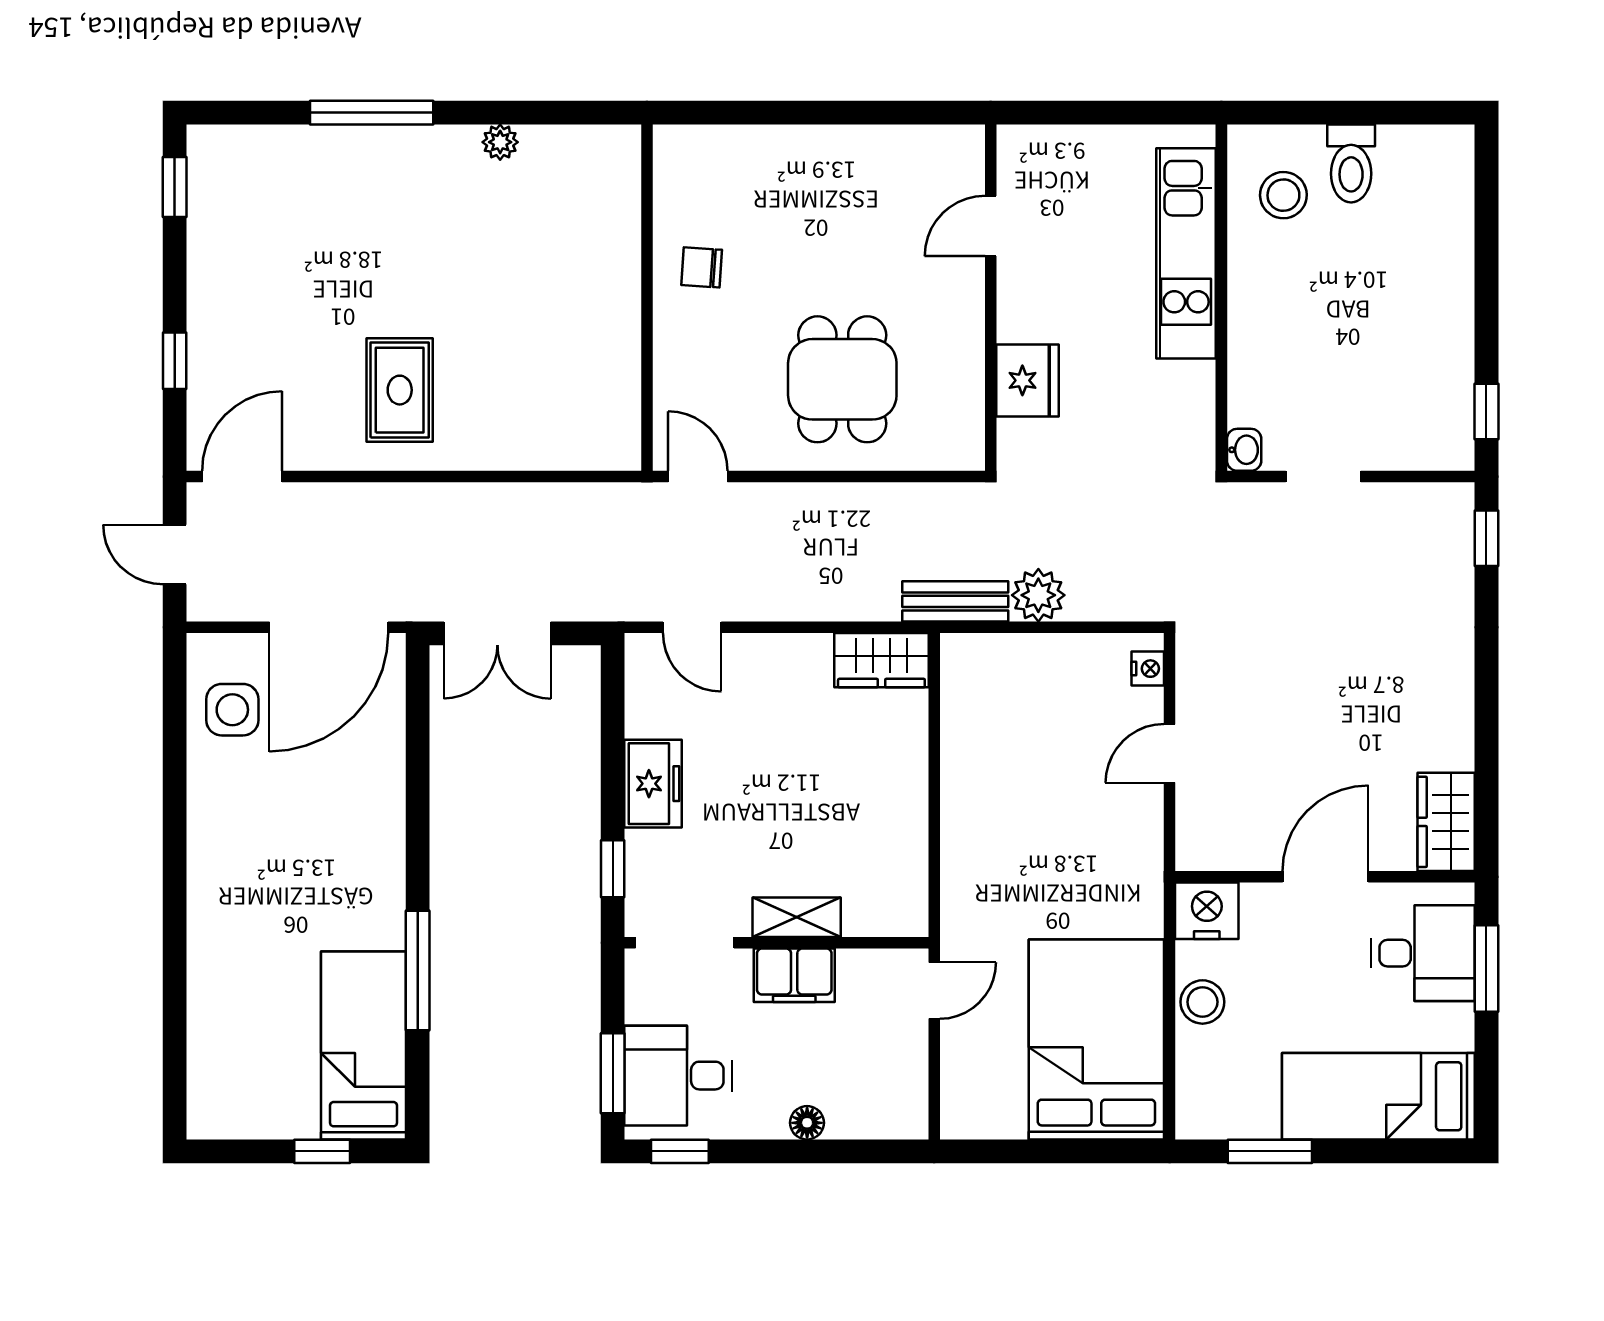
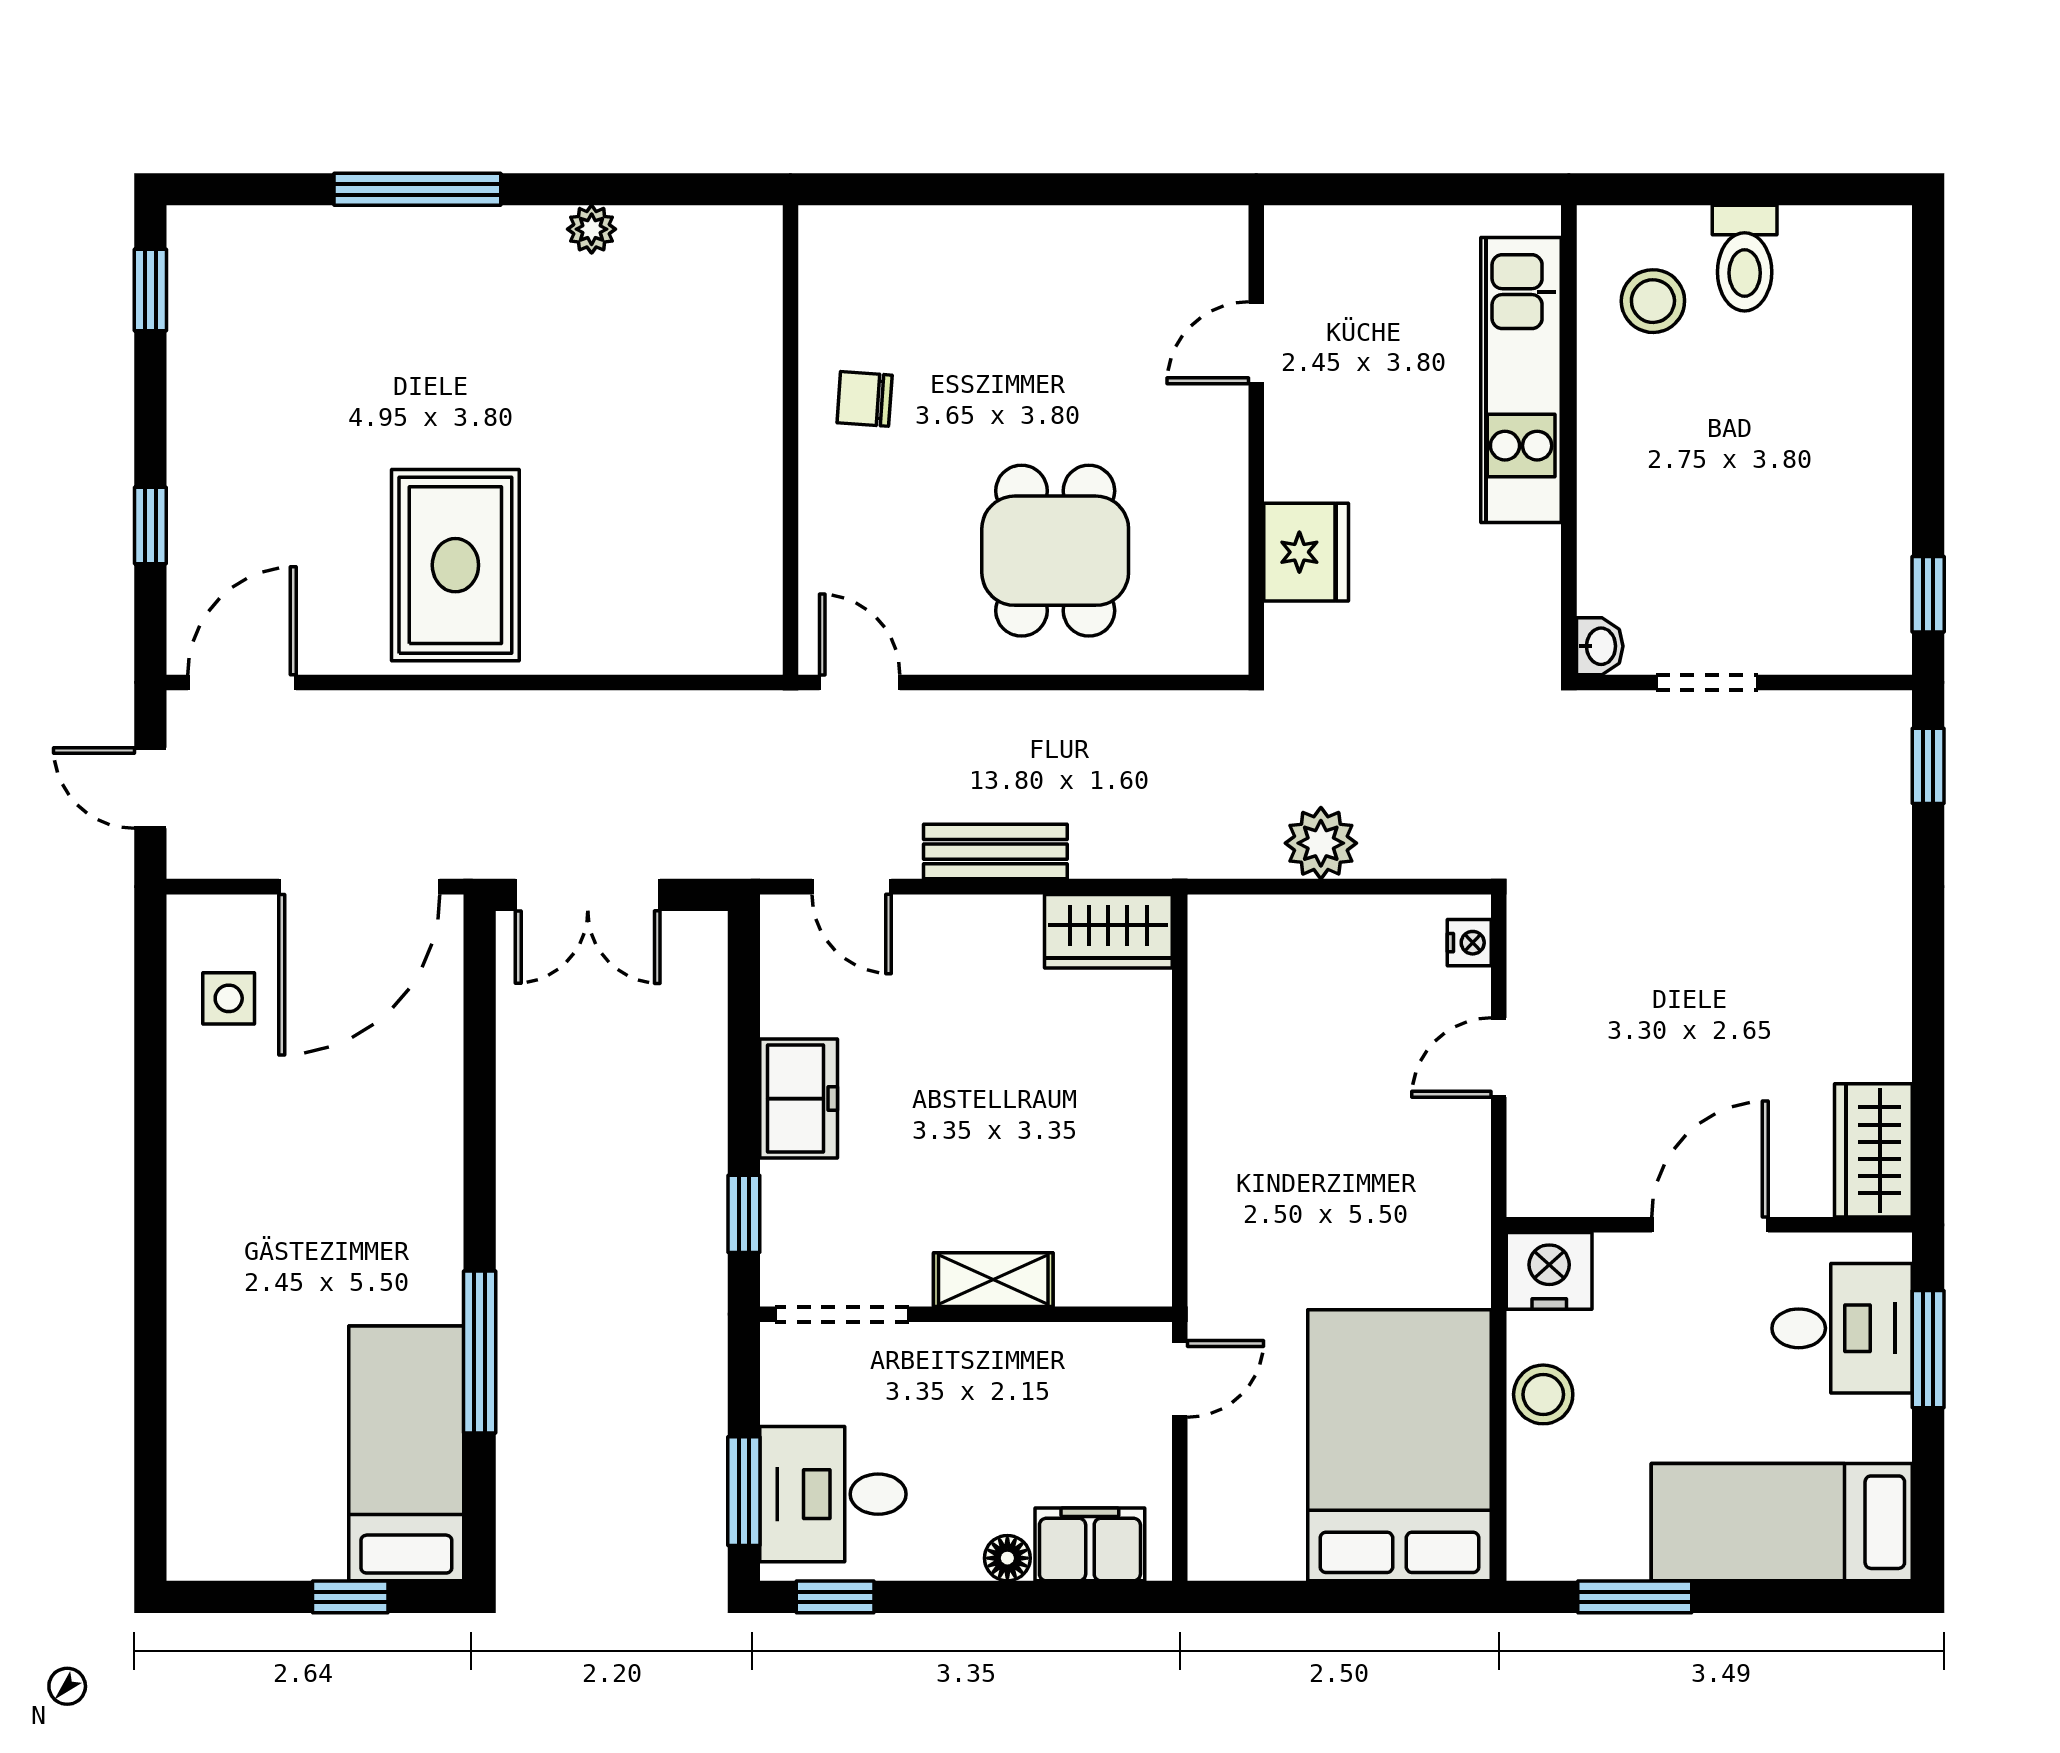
rug: (400, 390) -> (455, 565), width x1.36, depth x1.43
bench: (955, 601) -> (995, 852), moved
side table: (232, 710) -> (229, 998), width x0.73, depth x0.73
filing cabinet: (794, 975) -> (1090, 1544), moved, turned 180

